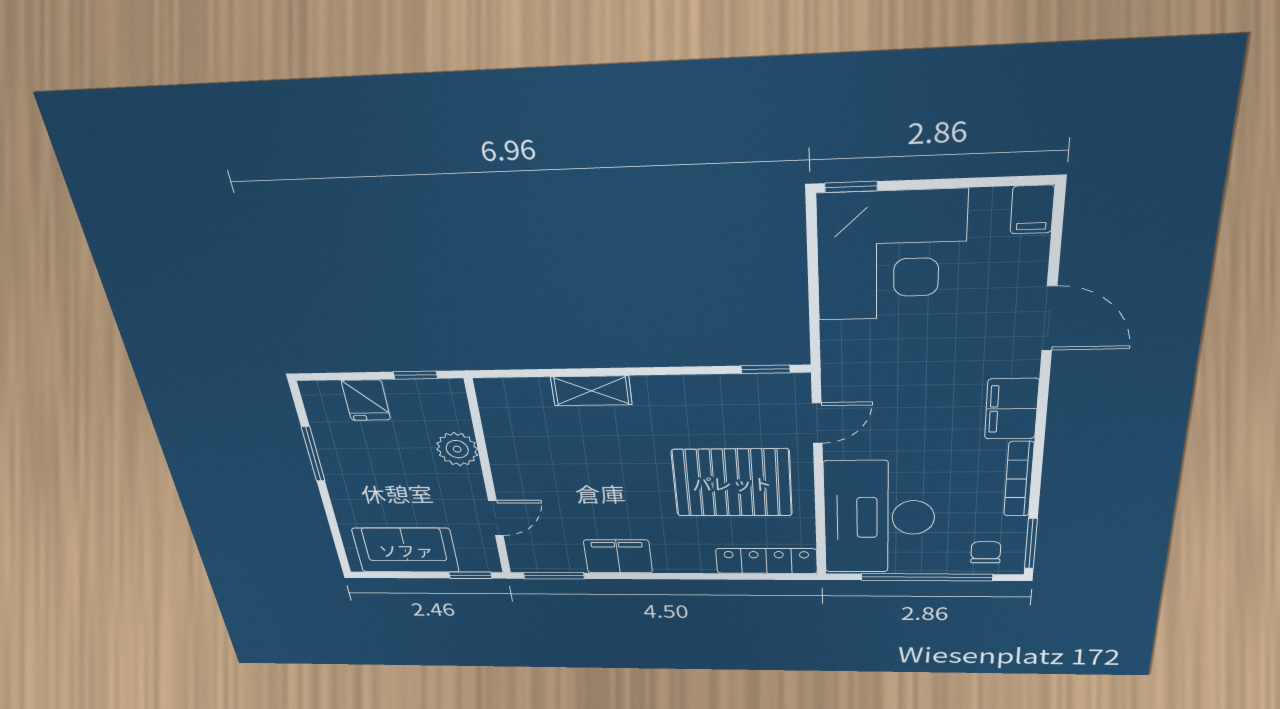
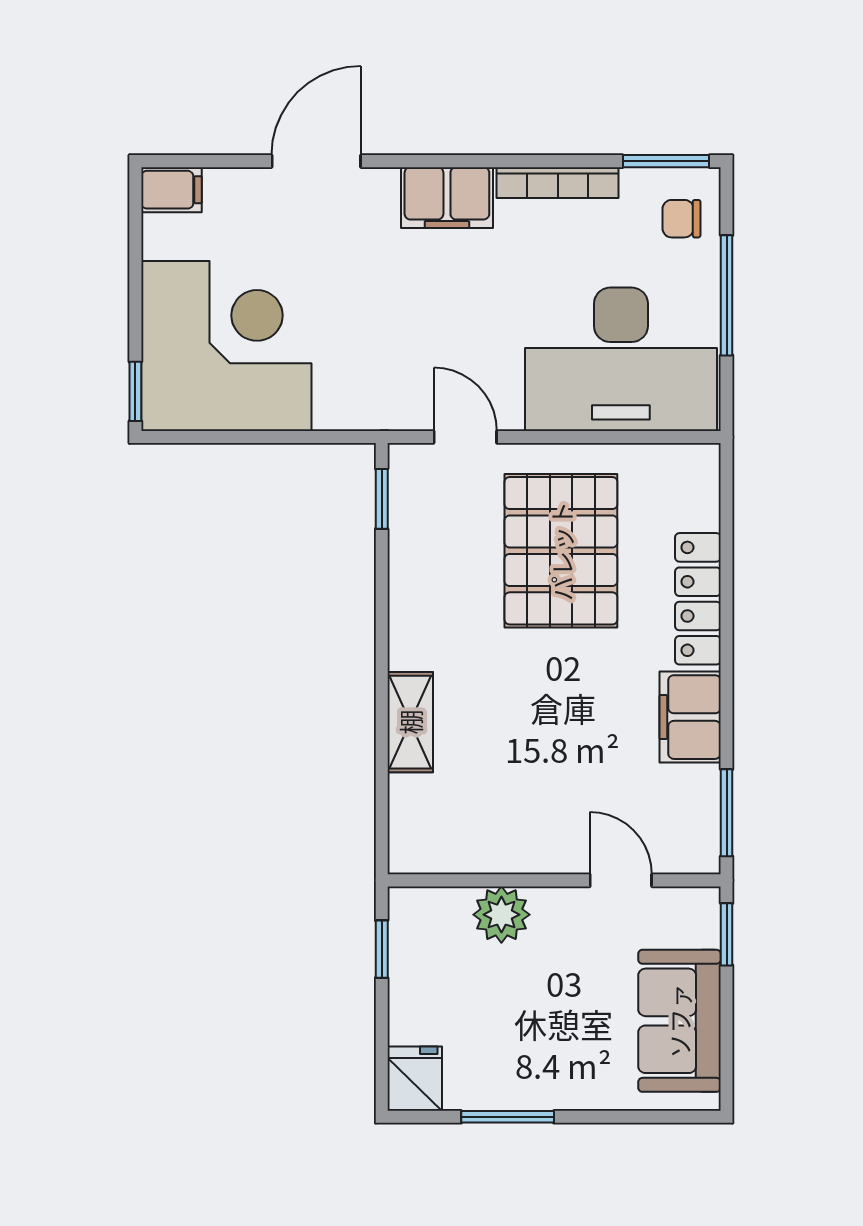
fridge: (366, 400) -> (415, 1079), moved, turned -90
locker: (767, 561) -> (698, 599), moved
window: (927, 577) -> (727, 295), width x0.68

